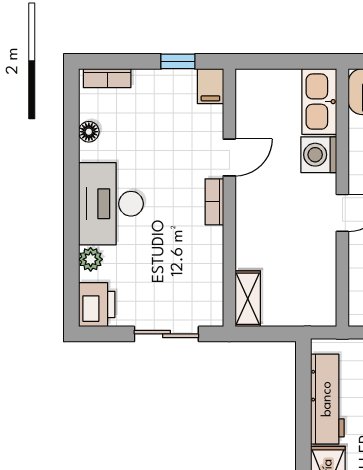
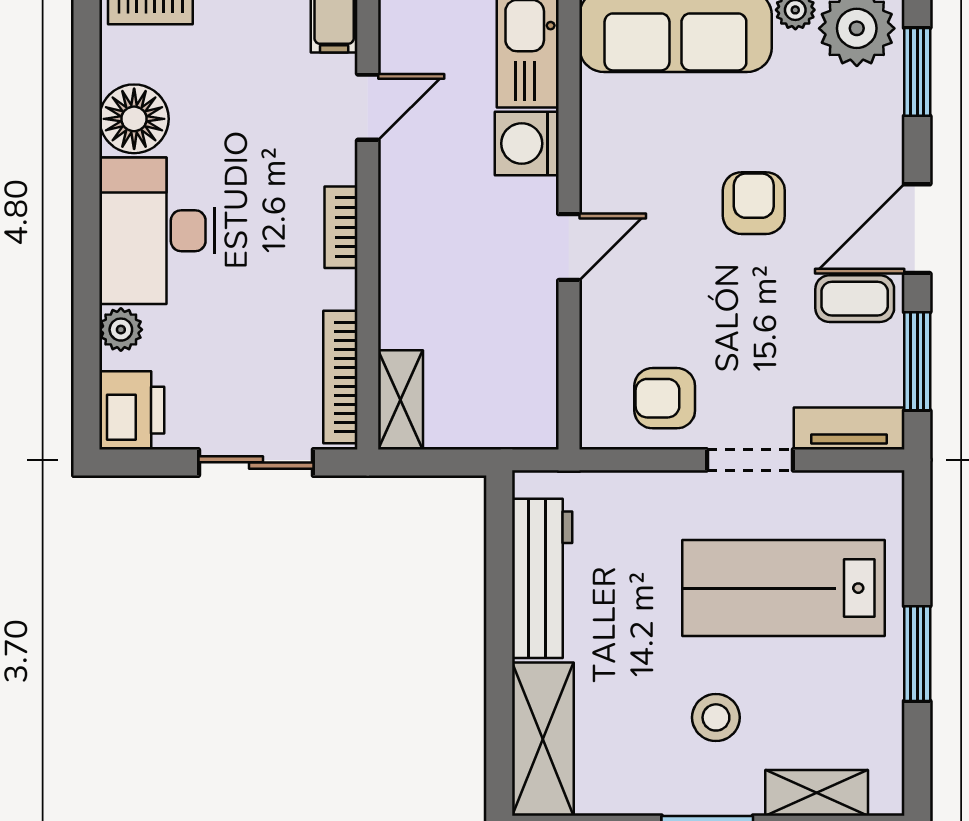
floor lamp: (89, 132) -> (134, 119), width x1.89, depth x1.89
door: (229, 157) -> (368, 107), moved
bookcase: (214, 286) -> (340, 377), added

